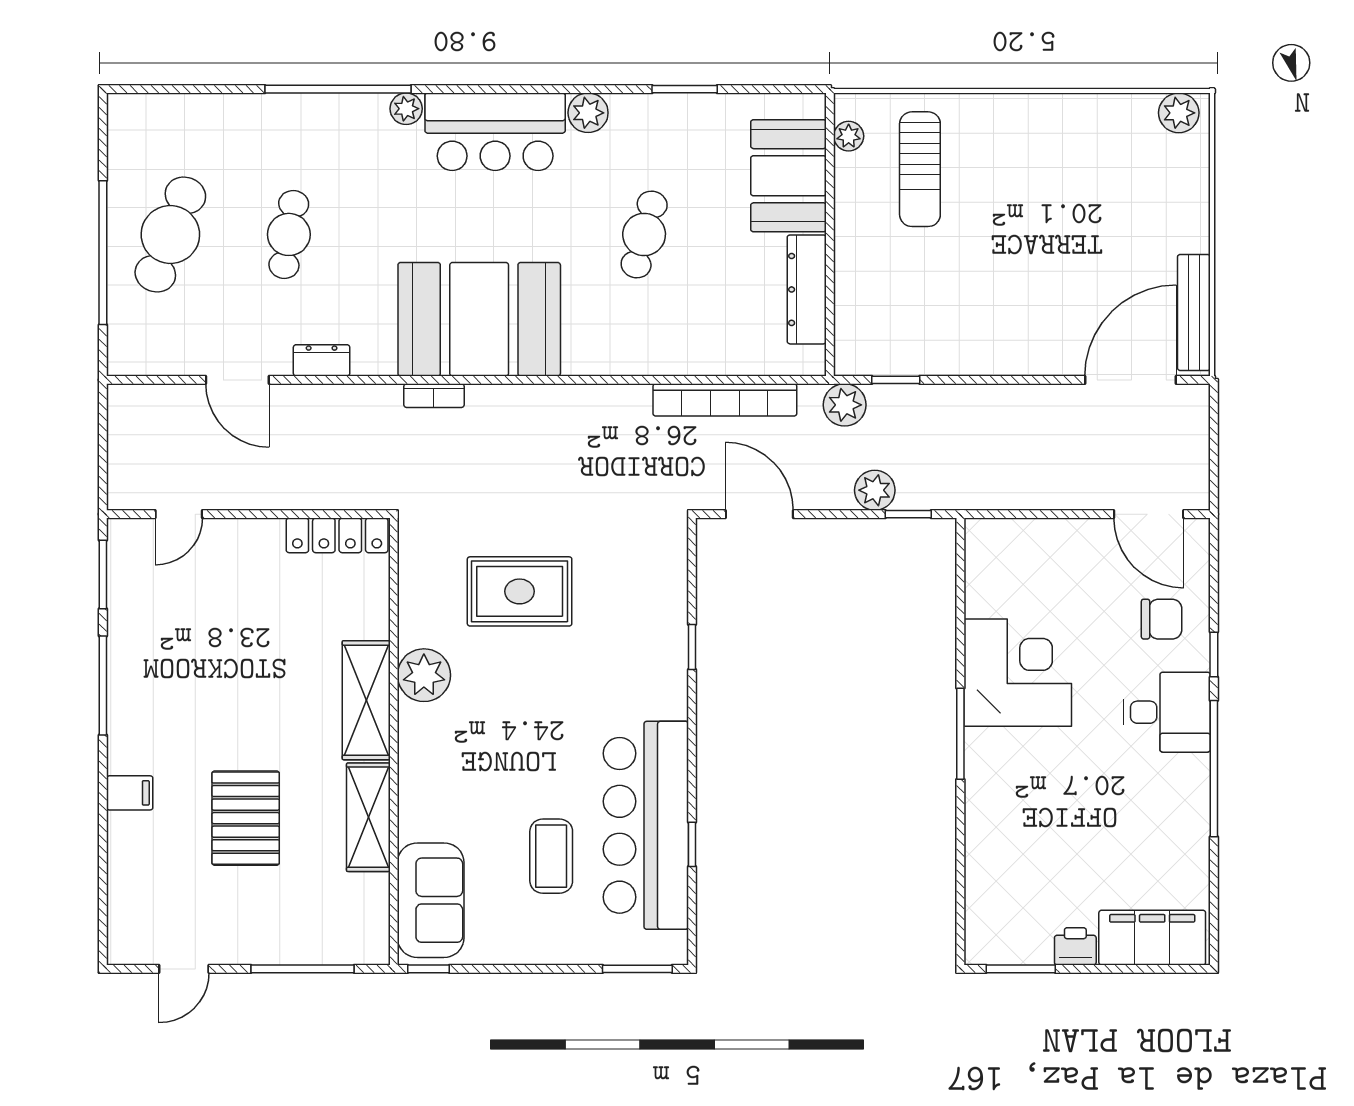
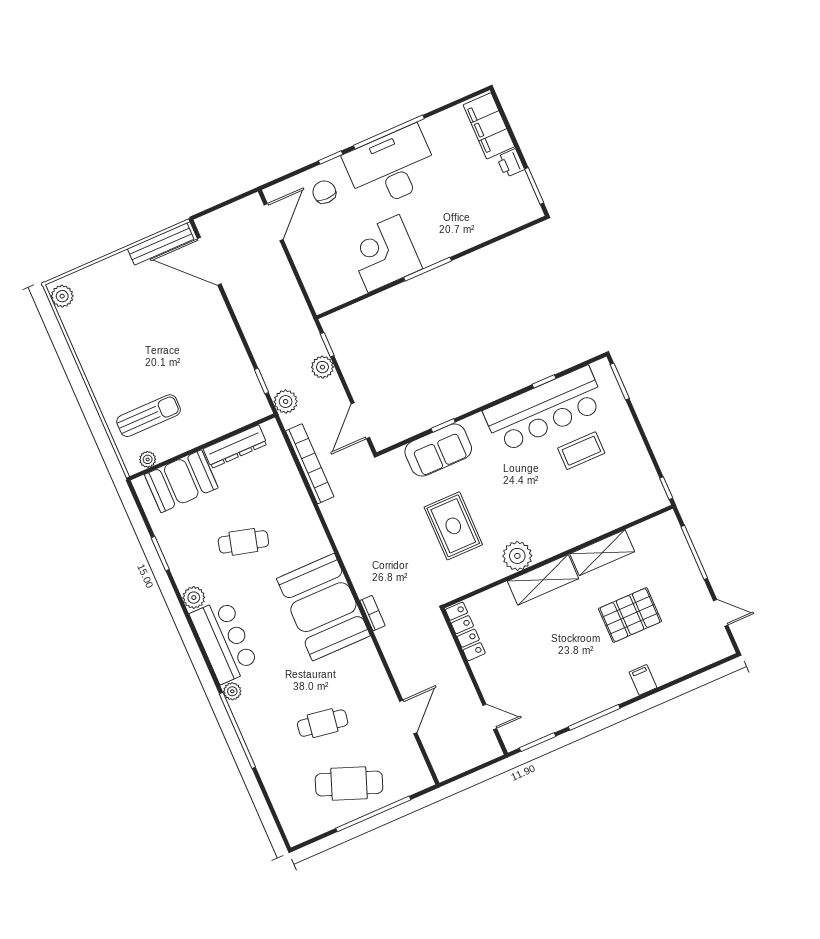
dresser: (322, 360) -> (380, 678), removed
desk: (1167, 712) -> (391, 167), width x1.87, depth x1.30
sofa: (431, 900) -> (438, 450), moved, turned 180

